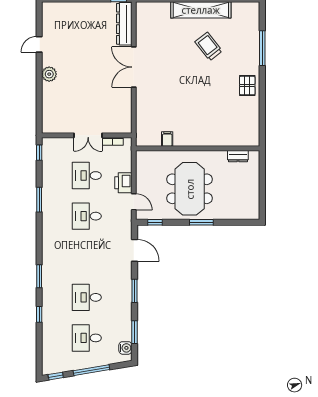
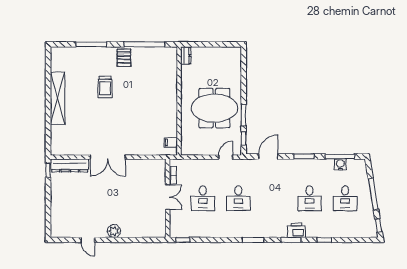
trolley: (209, 46) -> (105, 87), moved, turned -52
pallet: (247, 86) -> (124, 58), turned 90
window: (262, 109) -> (144, 44), added
filing cabinet: (167, 139) -> (171, 142), moved
dresser: (238, 156) -> (186, 56), moved
printer: (123, 183) -> (296, 230), moved, turned 180
window: (39, 200) -> (253, 240), moved
window: (201, 222) -> (244, 115), moved
window: (134, 332) -> (340, 156), width x1.44
water cooler: (125, 348) -> (340, 164), moved

